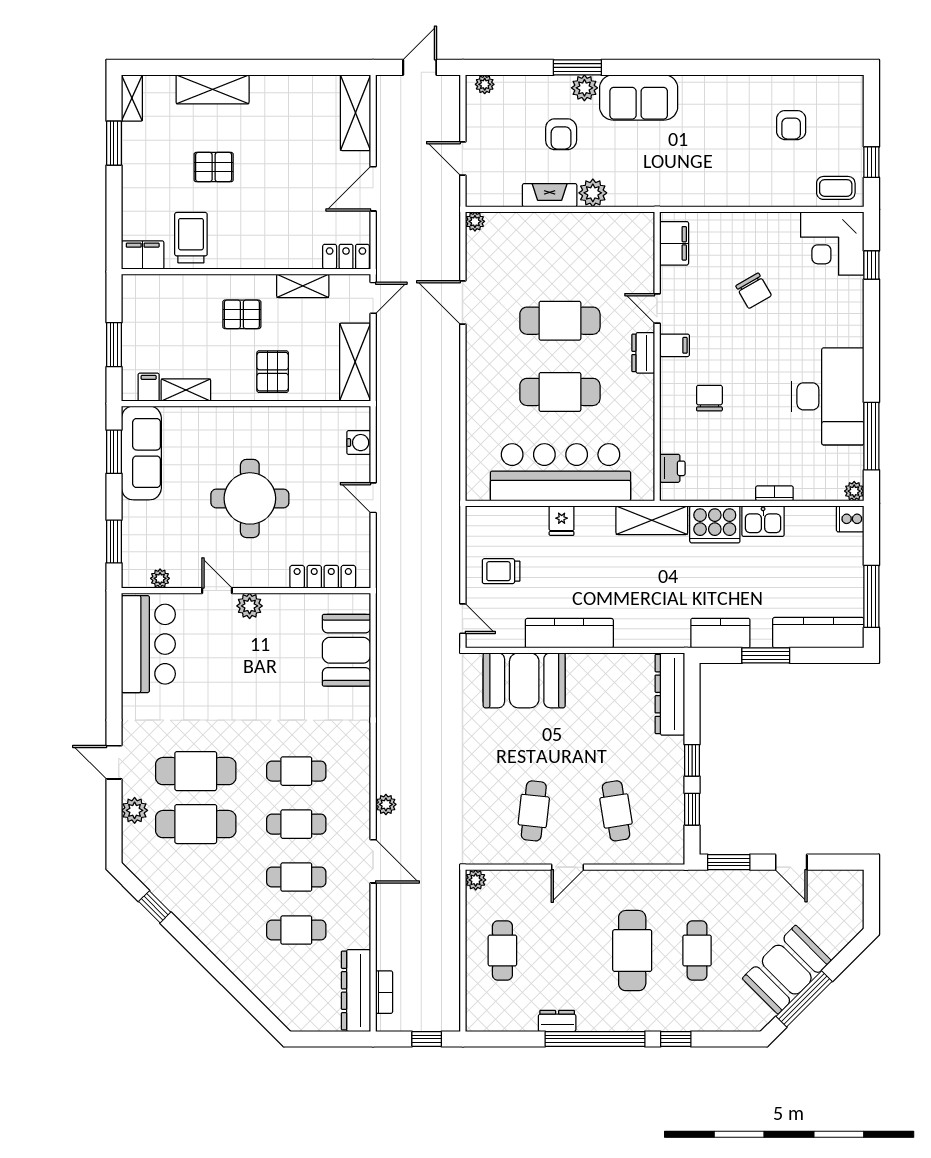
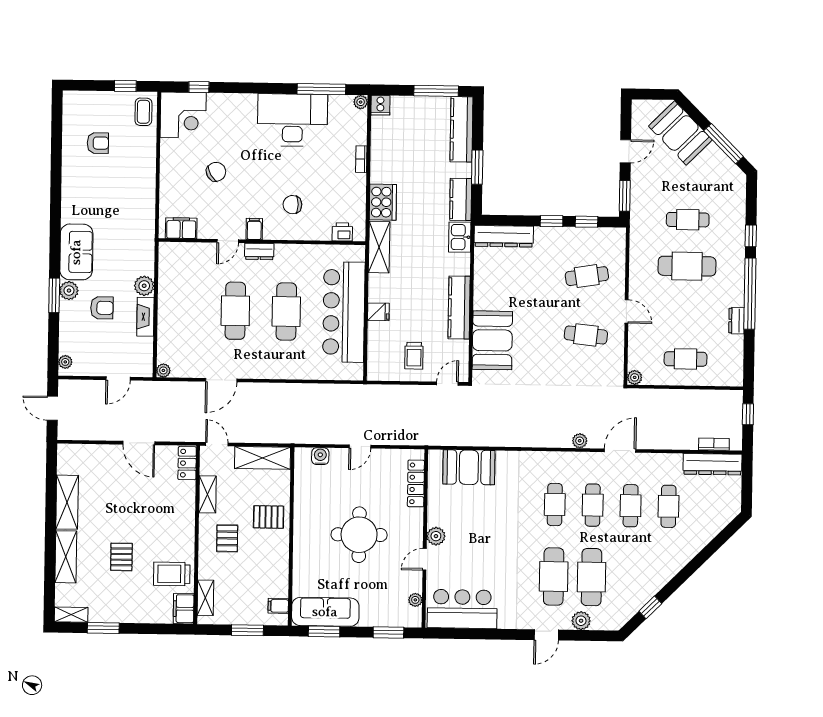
shelving: (355, 113) -> (67, 502), moved, turned 90
shelving: (186, 390) -> (205, 598), moved
kitchen sink: (763, 521) -> (460, 237), moved, turned 180
booth: (787, 970) -> (680, 133), moved

